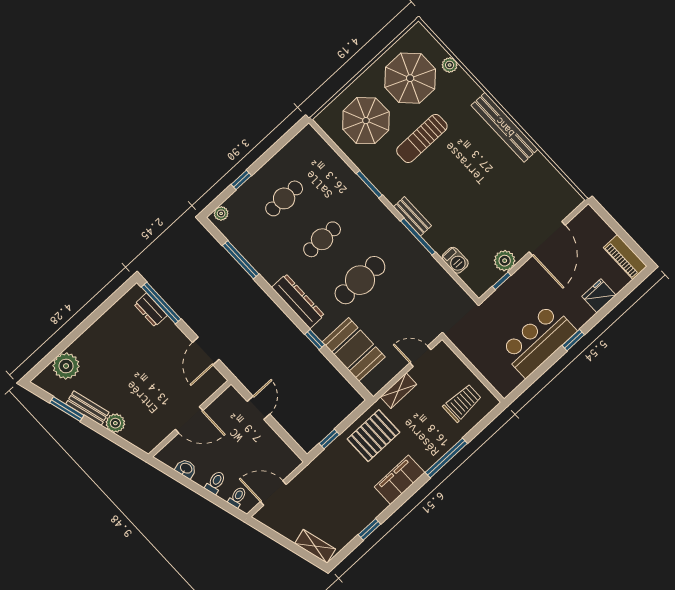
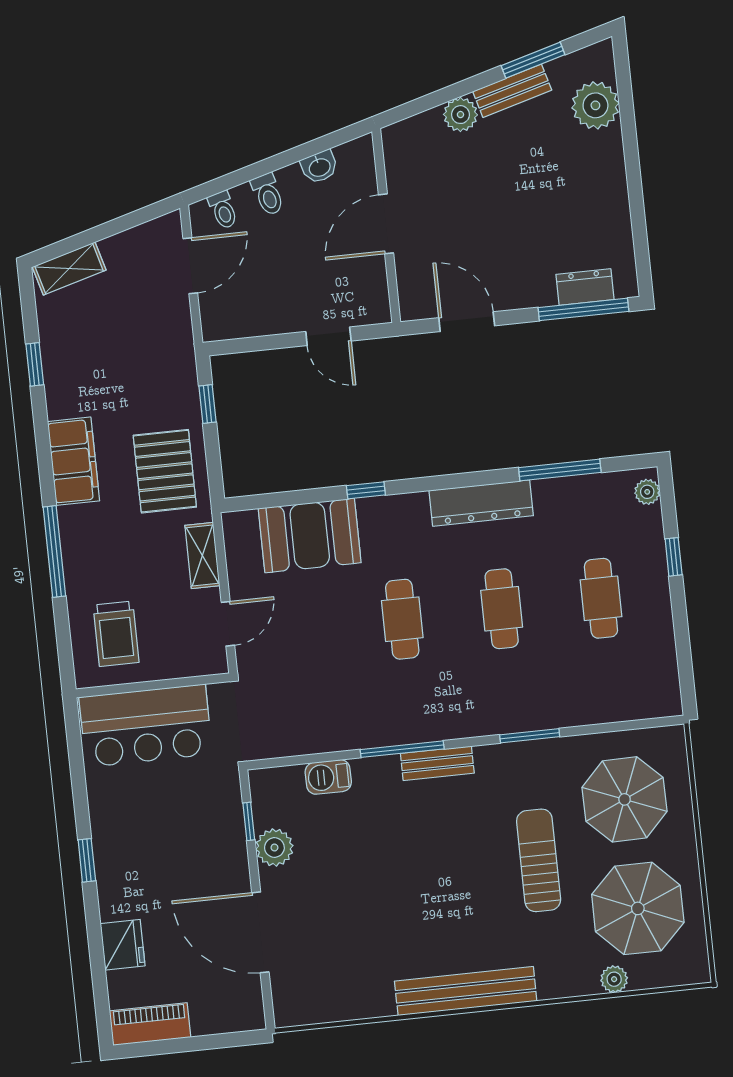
cafe table: (360, 280) -> (402, 619), width x0.73, depth x0.74
dresser: (298, 301) -> (481, 503), moved
bar counter: (538, 341) -> (146, 726), moved, turned 90

